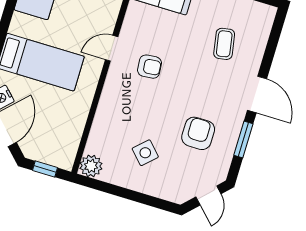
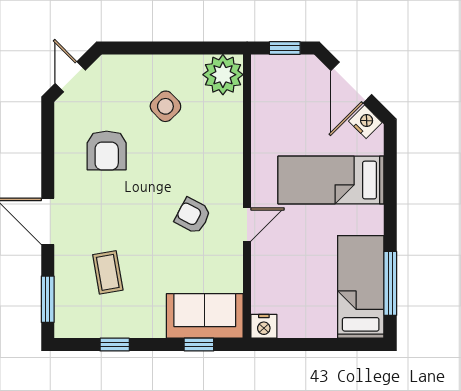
armchair: (149, 67) -> (193, 216), turned 33
window: (243, 140) -> (48, 299), moved
plant: (91, 166) -> (223, 75), width x1.36, depth x1.36

